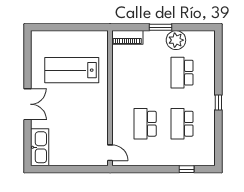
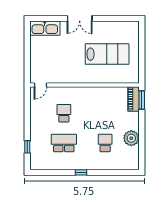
window: (160, 27) -> (142, 100), moved
lab bench: (72, 70) -> (107, 54), turned 90
school desk: (182, 73) -> (105, 143), width x0.54
school desk: (145, 124) -> (64, 113), width x0.54

